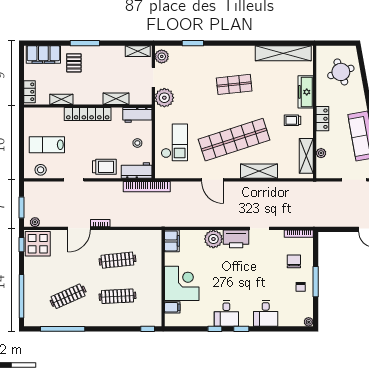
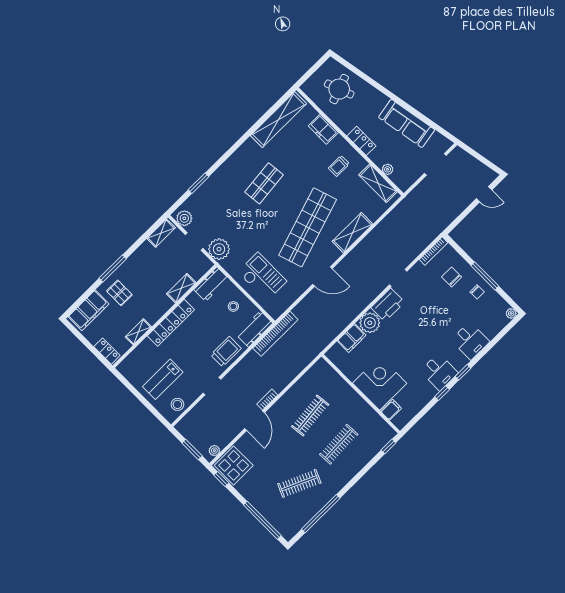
freezer: (306, 92) -> (323, 129), width x0.71
filing cabinet: (172, 241) -> (352, 338), moved, turned 90
clothes rail: (68, 296) -> (299, 483), turned 48

